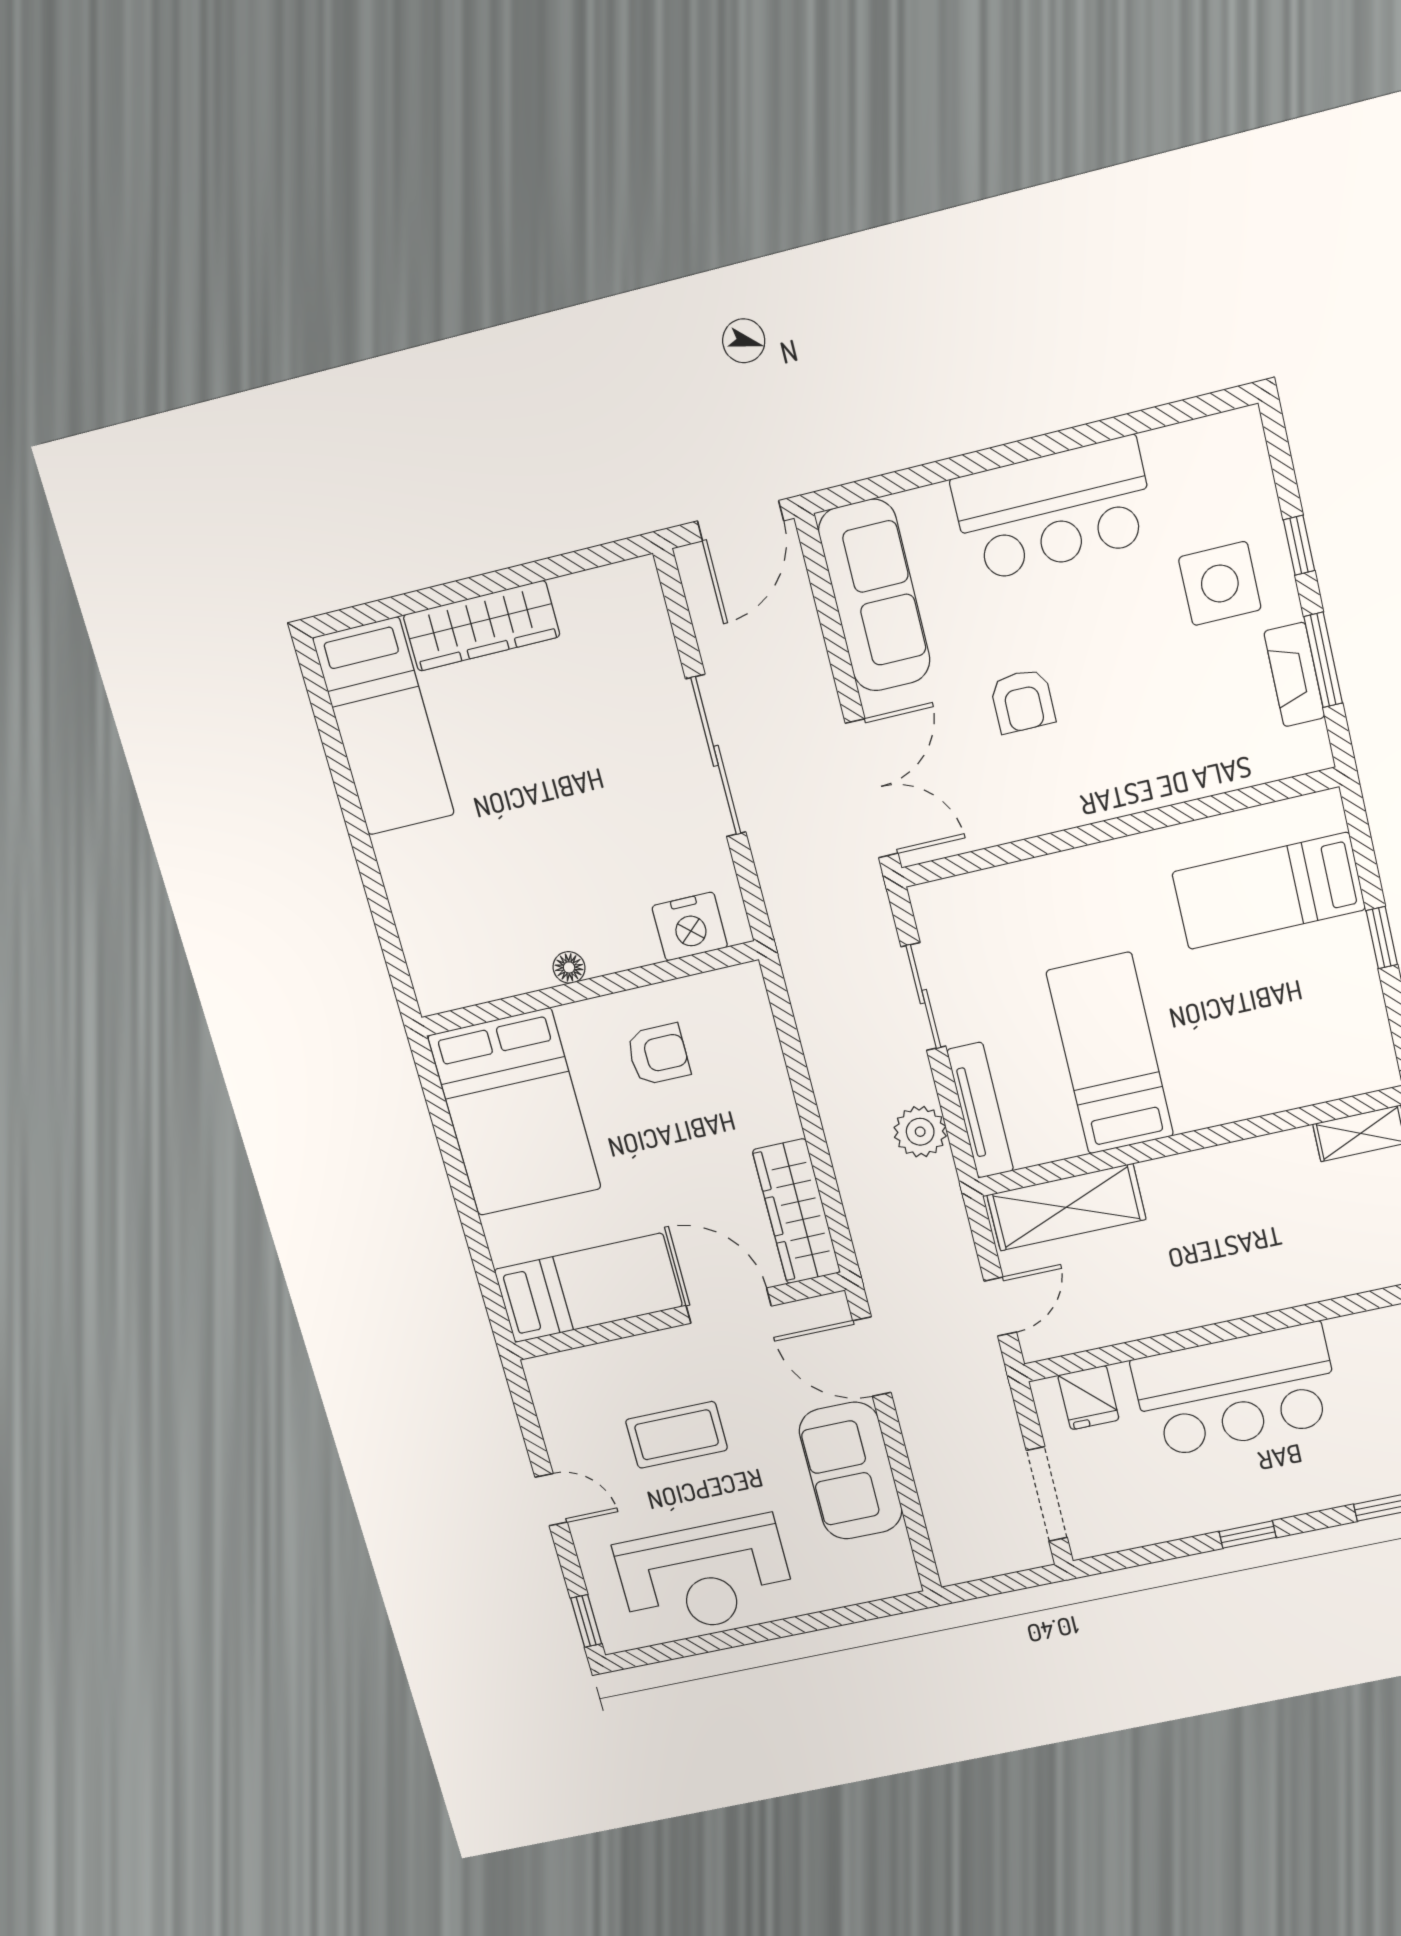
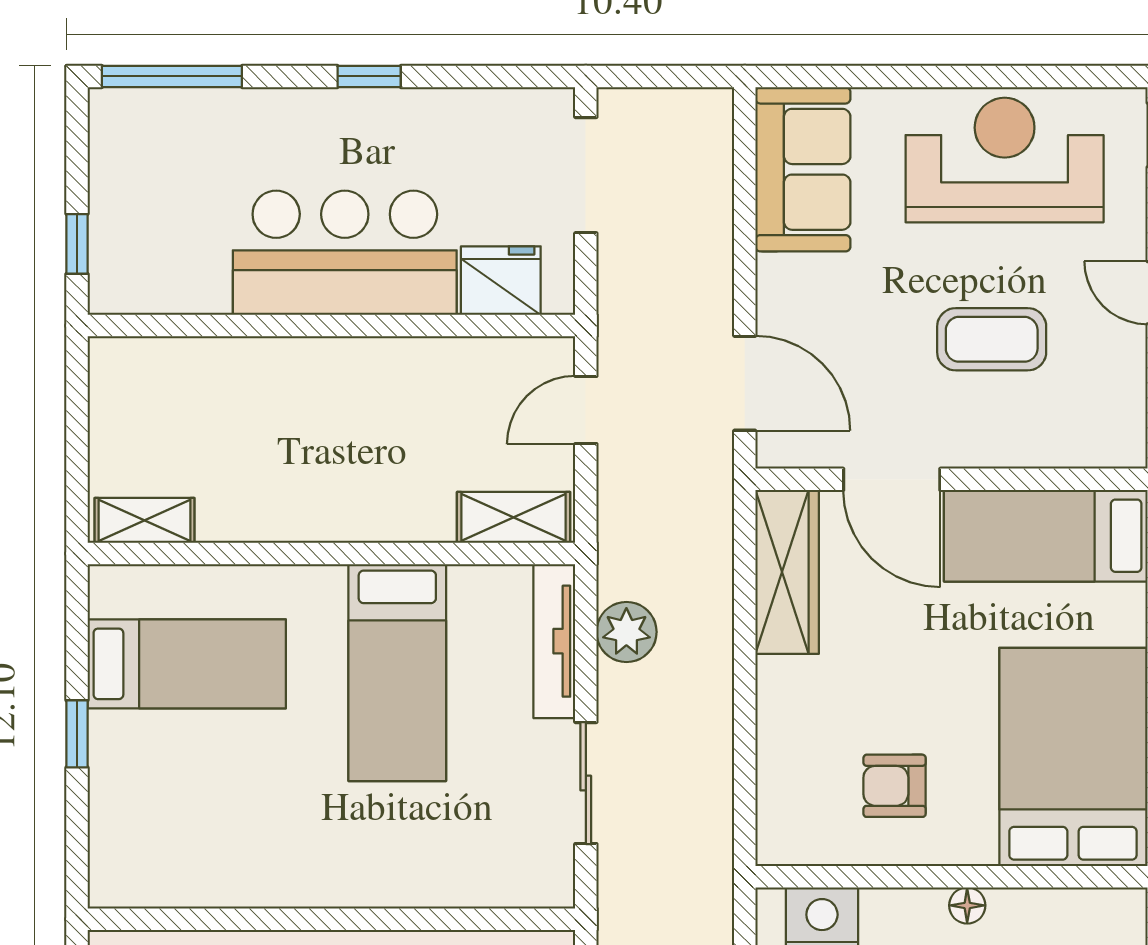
bed: (1269, 891) -> (187, 664), moved
shelving: (1066, 1207) -> (514, 517), width x0.67, depth x0.75
fridge: (1088, 1398) -> (501, 281), width x1.38
sofa: (851, 1471) -> (803, 169), moved

